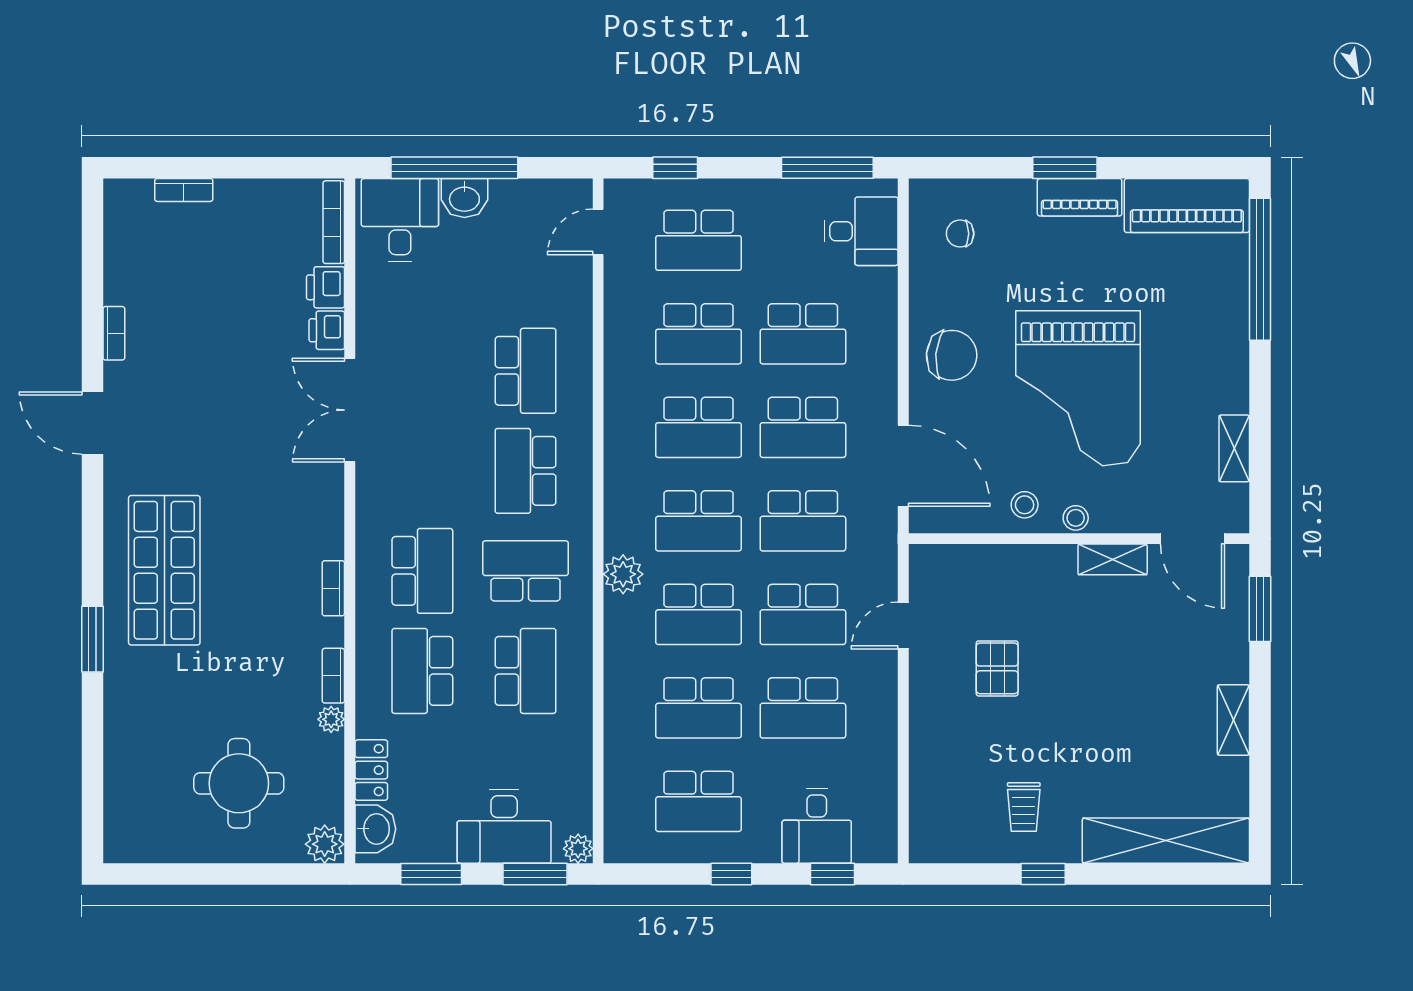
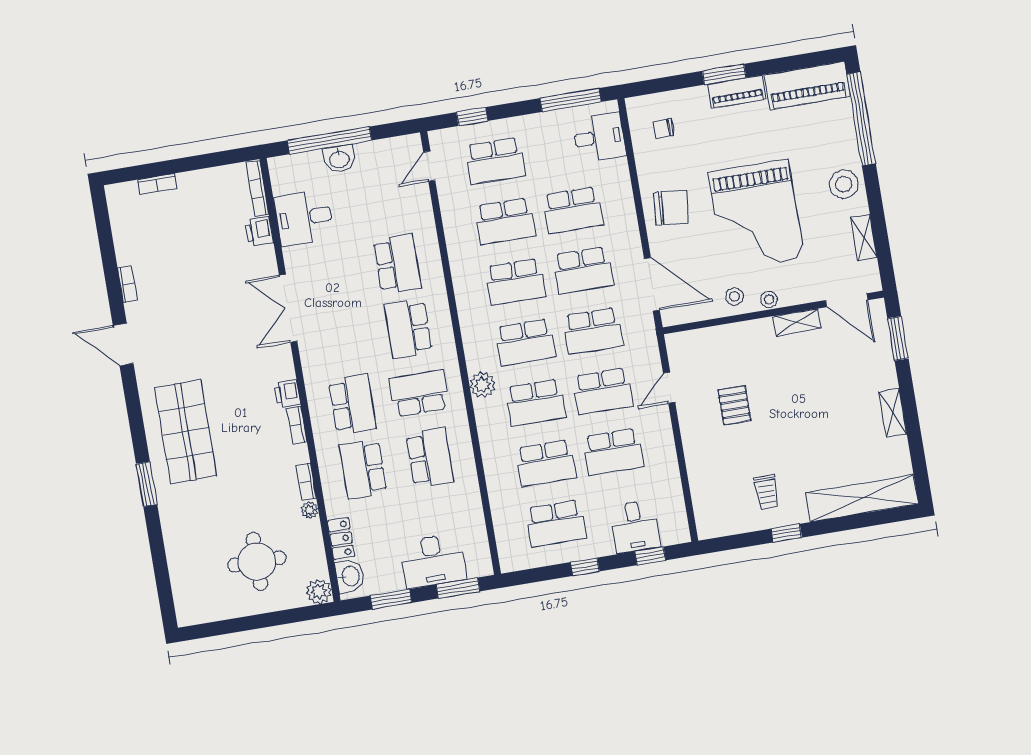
desk: (400, 220) -> (304, 218), moved, turned -90
printer: (327, 330) -> (287, 394), moved
stool: (1217, 363) -> (844, 184), added
plant: (578, 849) -> (483, 567), removed

